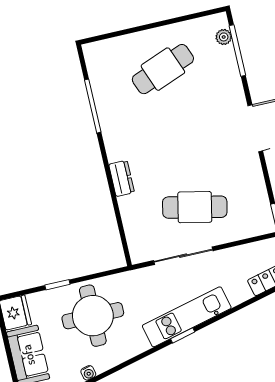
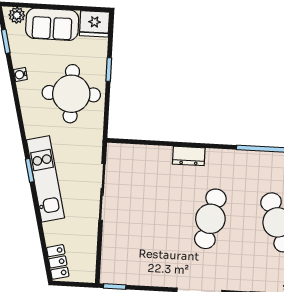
cafe table: (195, 207) -> (210, 219), moved

